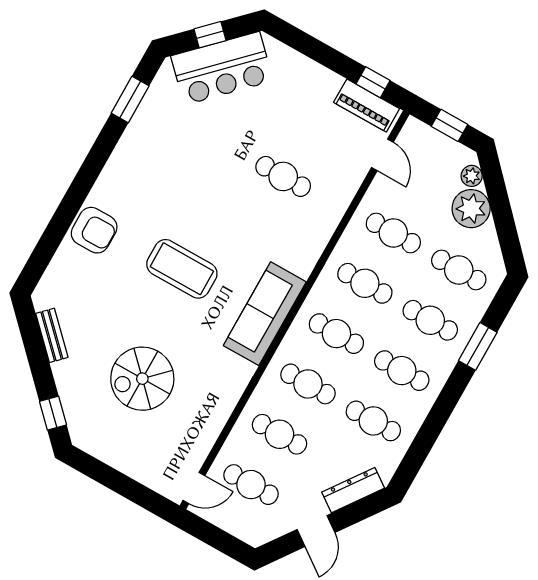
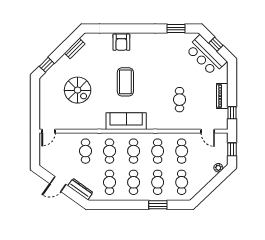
piano: (367, 105) -> (222, 96), moved
door: (382, 155) -> (208, 131), hinge flipped
plant: (471, 209) -> (206, 174), removed
spiral stairs: (142, 379) -> (78, 90), turned 180
cafe table: (251, 485) -> (61, 151), removed
door: (194, 488) -> (49, 131), hinge flipped

